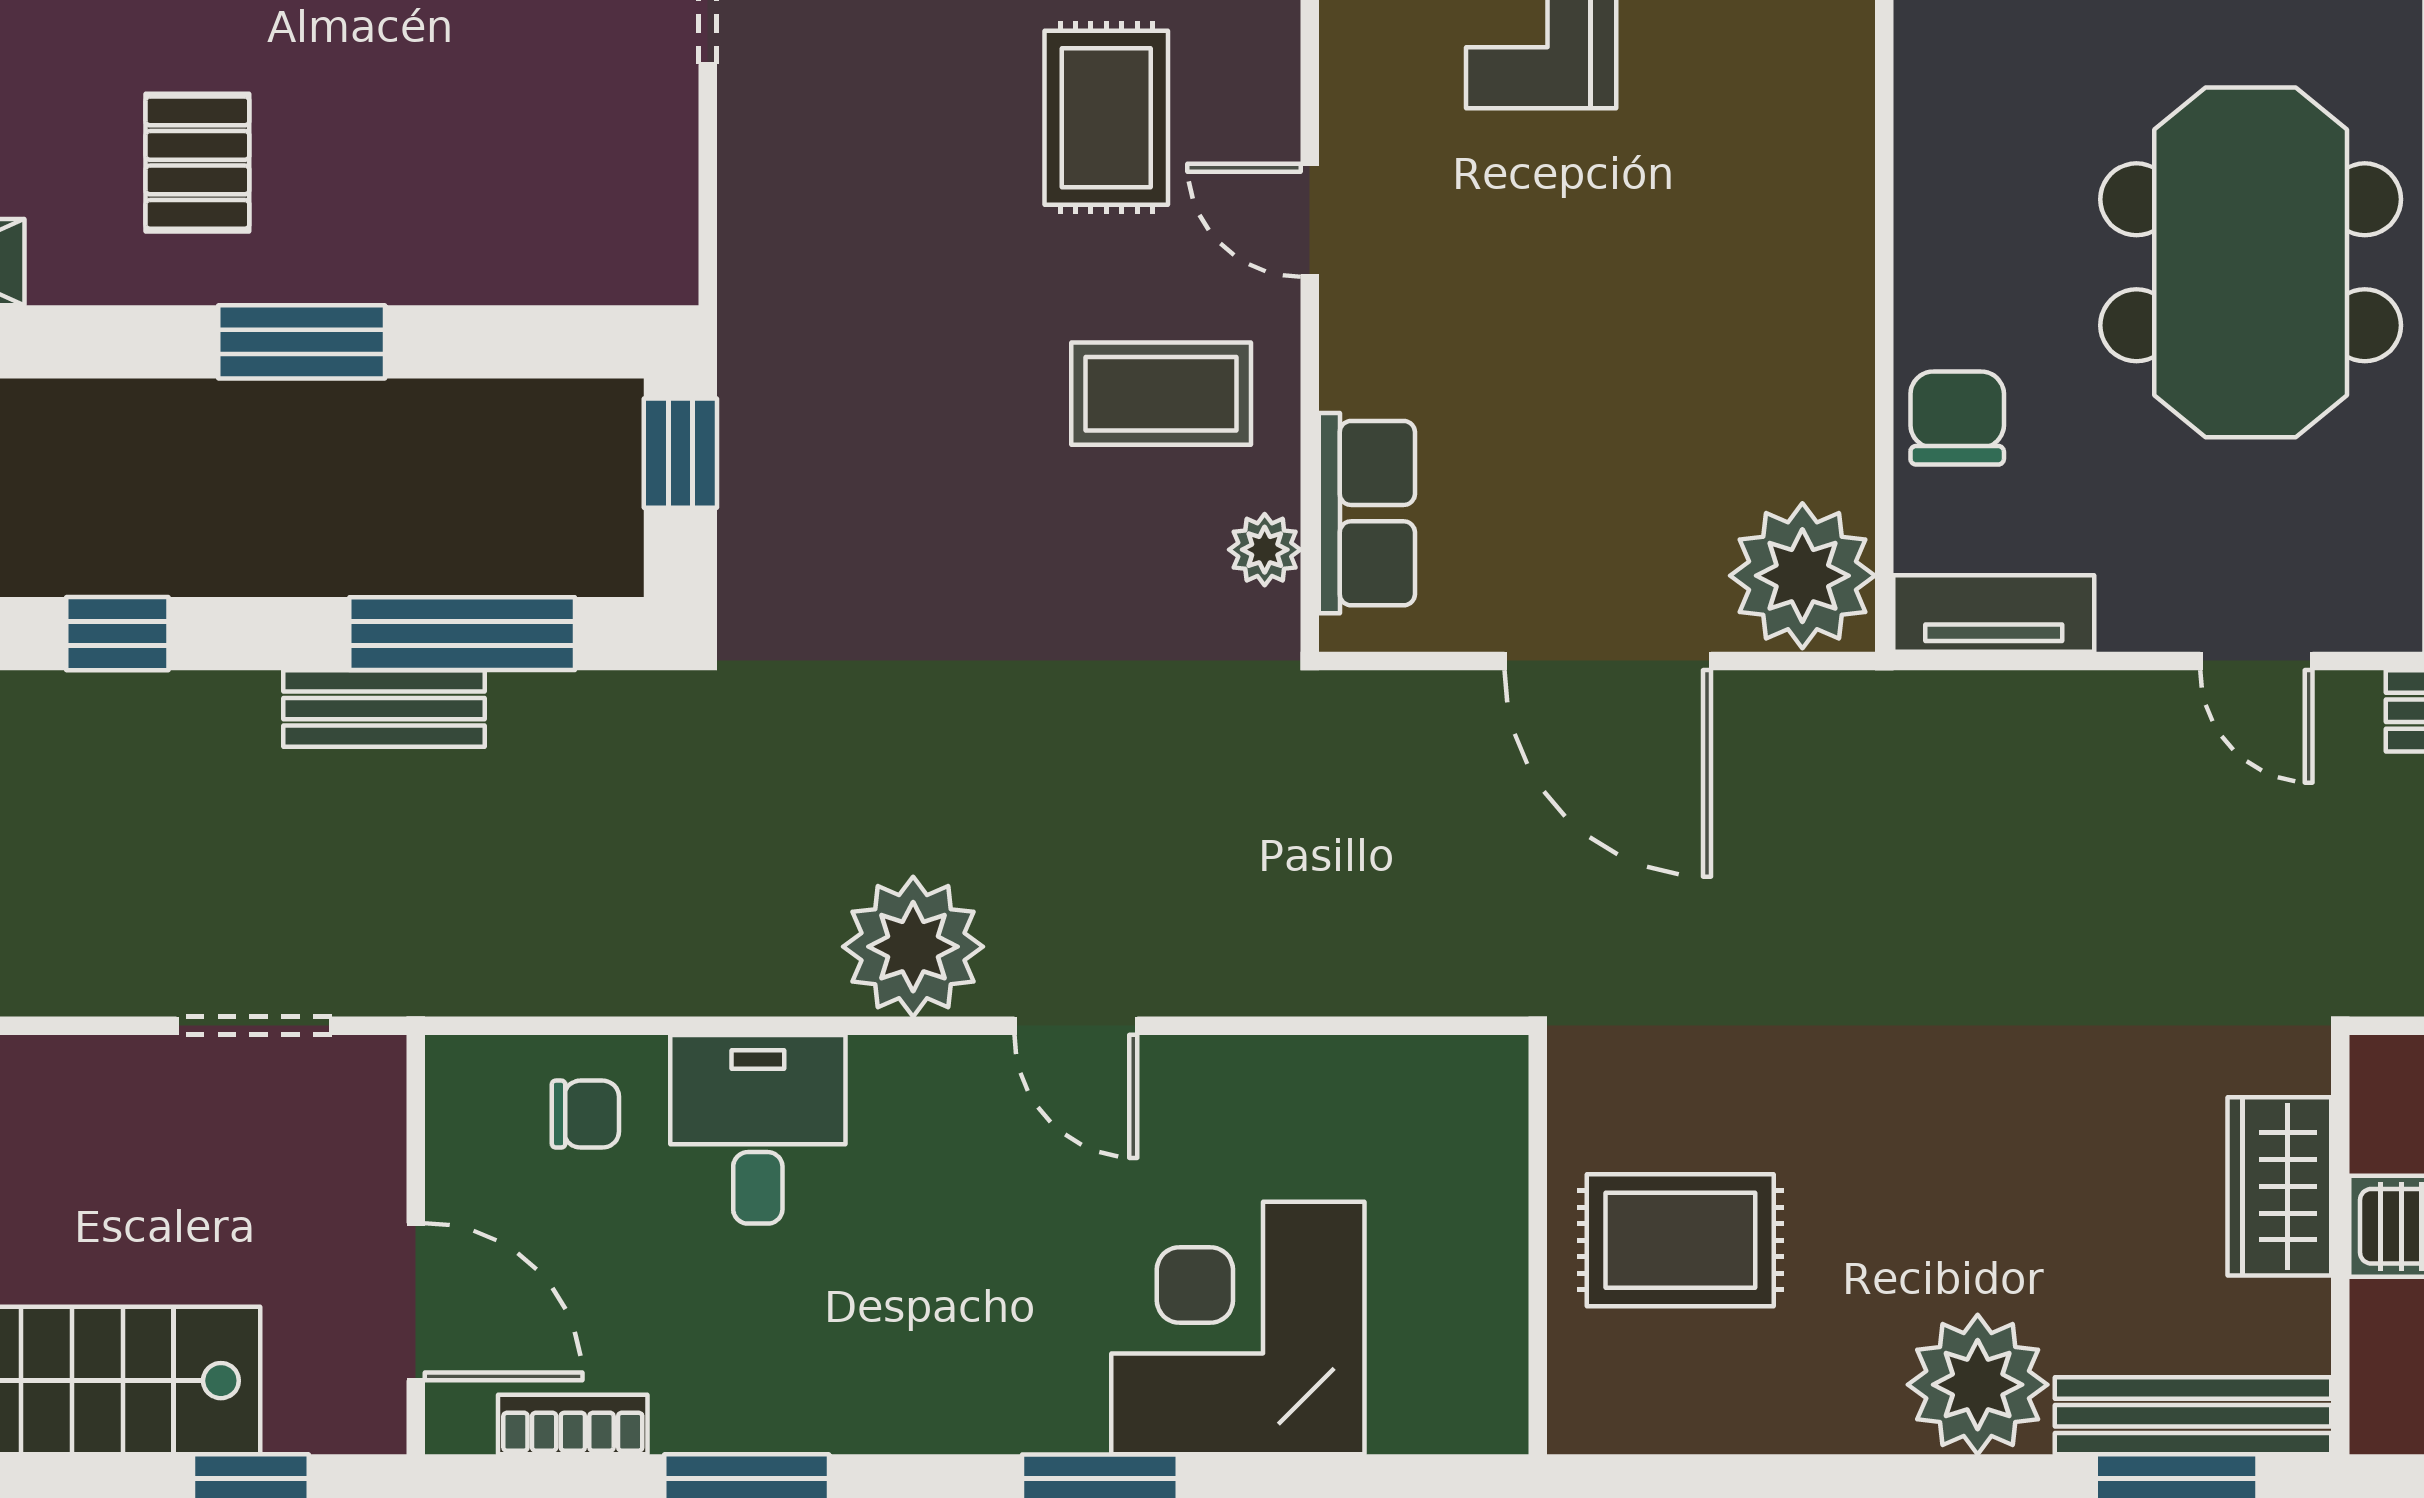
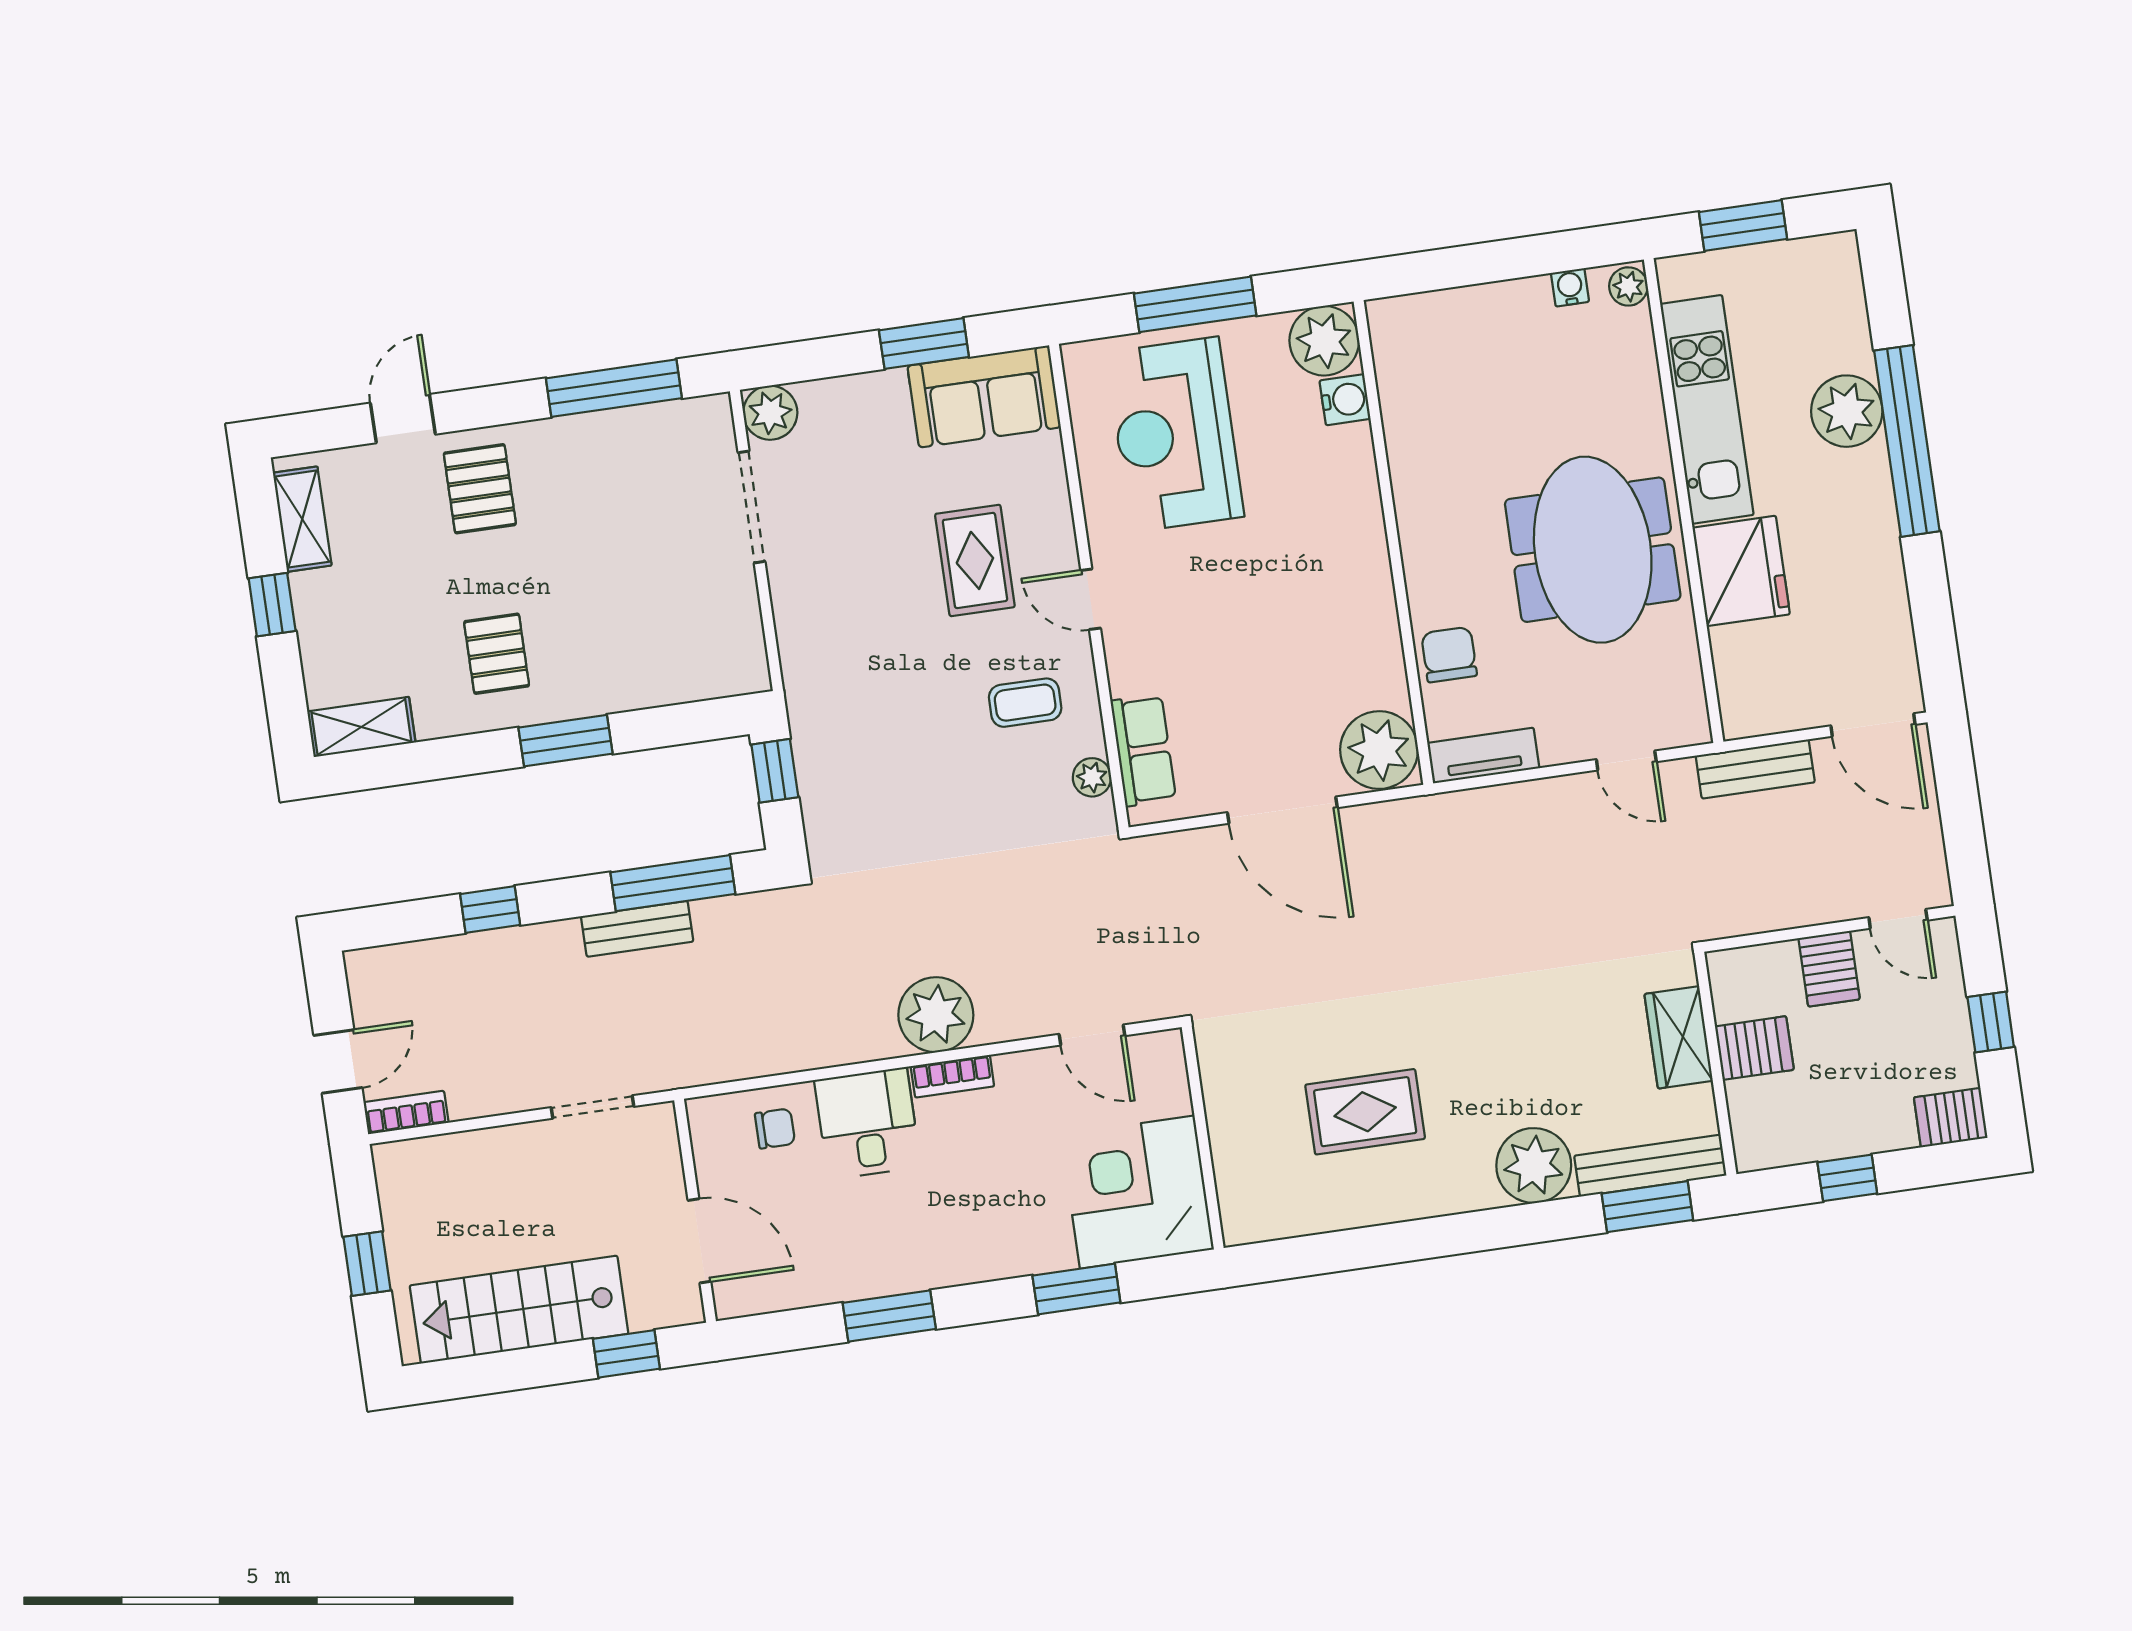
coffee table: (1161, 394) -> (1025, 703), width x0.73, depth x0.77
door: (1076, 1026) -> (1092, 1035), moved
wall: (1538, 1245) -> (1203, 1138), moved
bookcase: (573, 1425) -> (952, 1076), moved, turned 180

